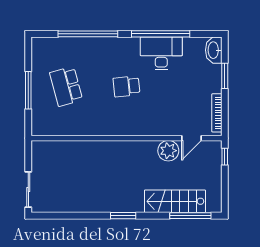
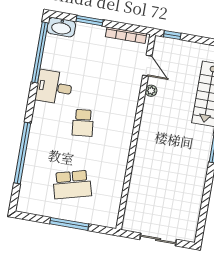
window: (161, 34) -> (40, 52), moved
desk: (161, 53) -> (54, 87), width x0.73
plant: (168, 151) -> (151, 91), width x0.53, depth x0.53
sliding door: (28, 190) -> (158, 239), moved

